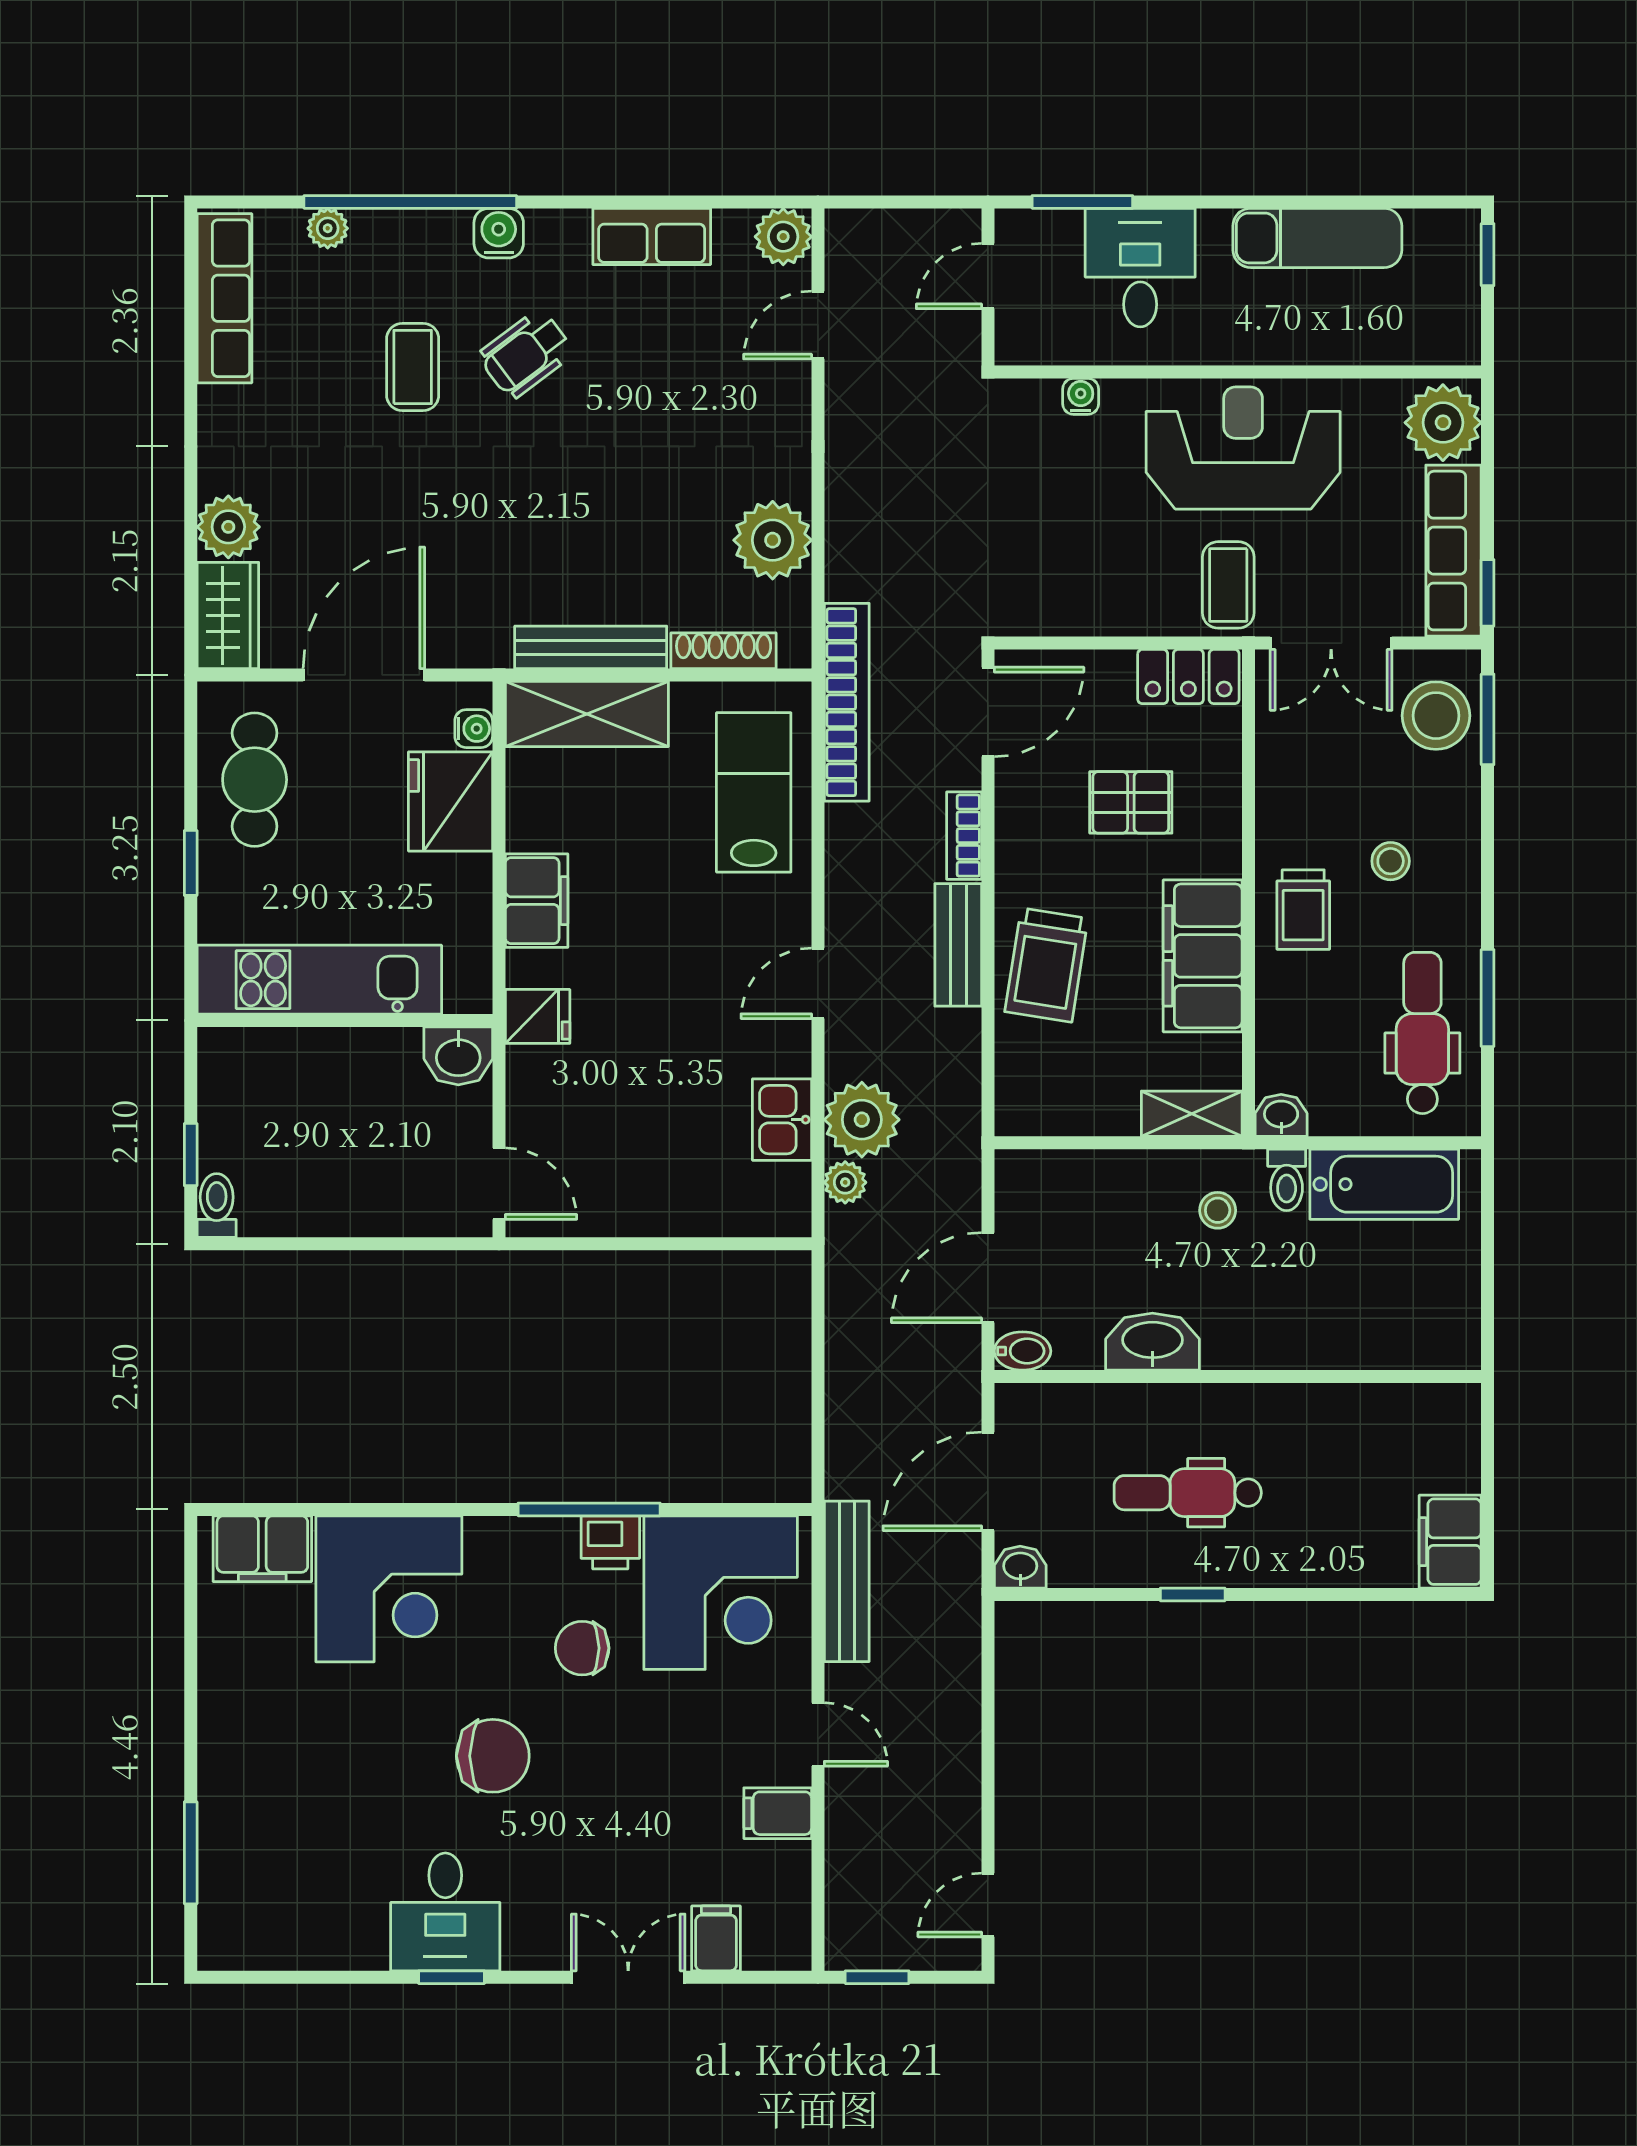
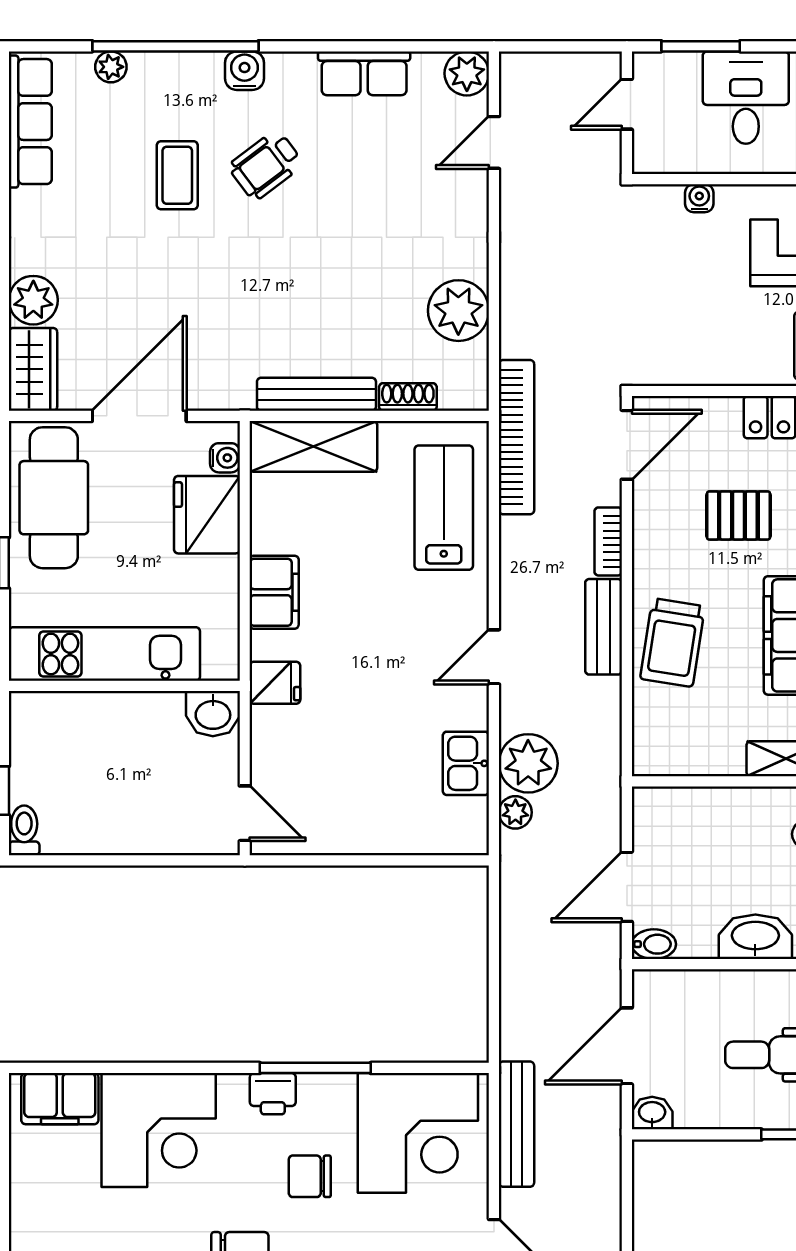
shoe rack: (724, 651) -> (408, 397), width x0.70
cafe table: (255, 780) -> (54, 498), width x1.37, depth x1.35
printer: (610, 1542) -> (273, 1094), moved

